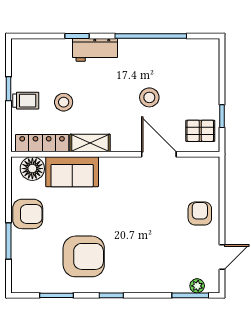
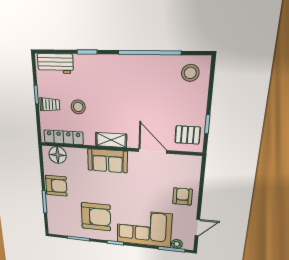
workbench: (95, 50) -> (55, 63), moved
stool: (149, 97) -> (190, 73), moved
shelving: (90, 143) -> (111, 140), moved
sofa: (72, 172) -> (107, 161), moved
corner sofa: (152, 267) -> (144, 228), added

